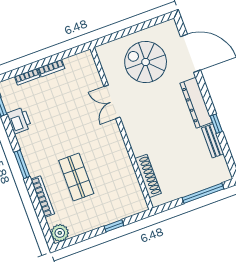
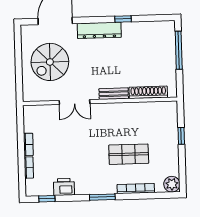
bench: (213, 141) -> (114, 94), moved

